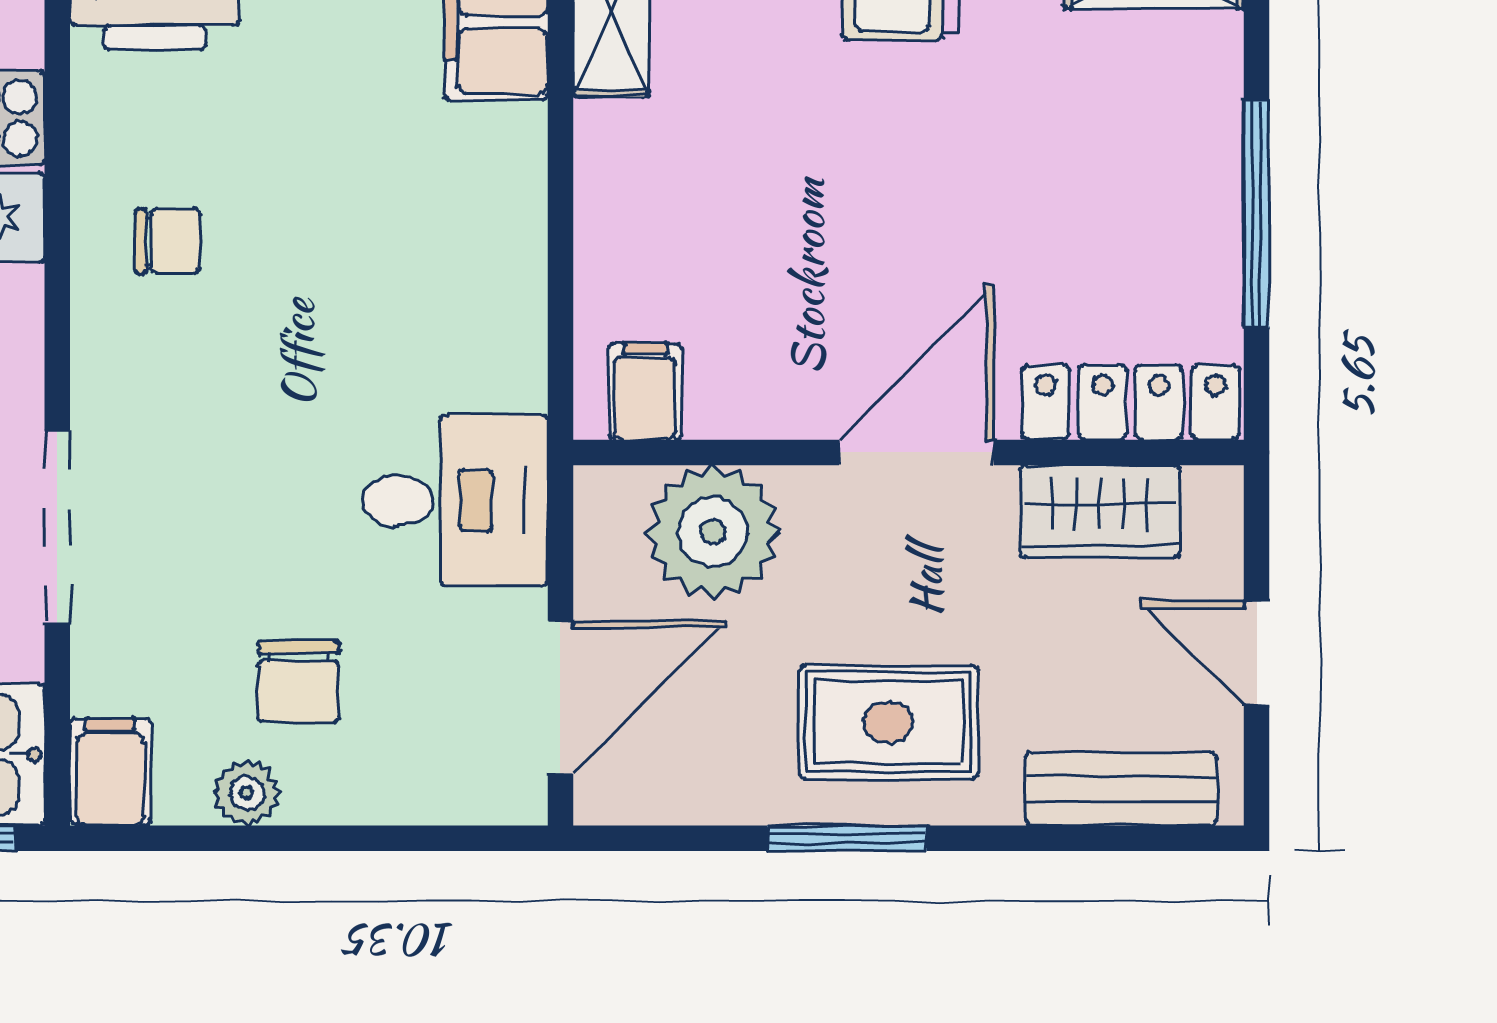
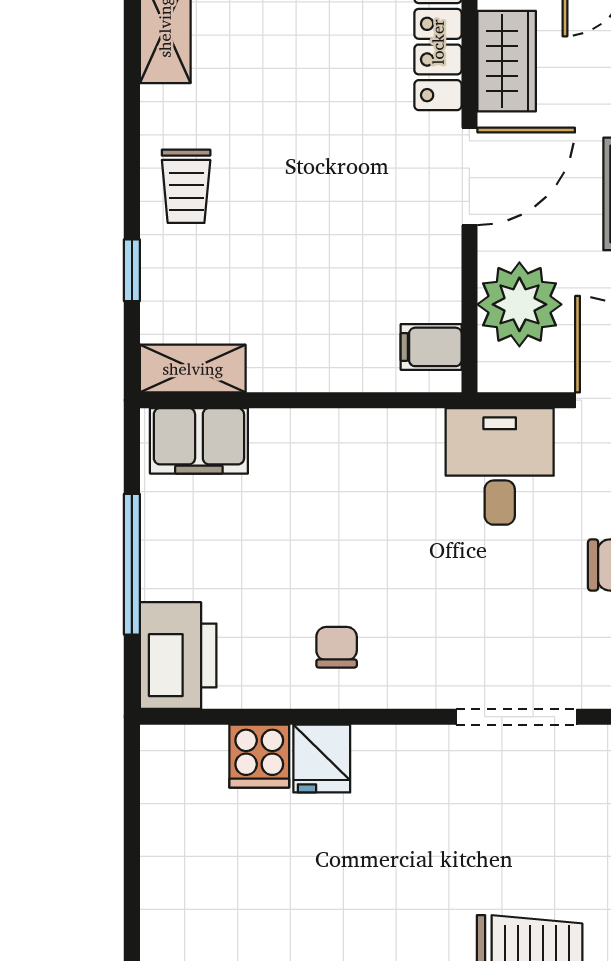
door: (916, 452) -> (469, 176), swing flipped

